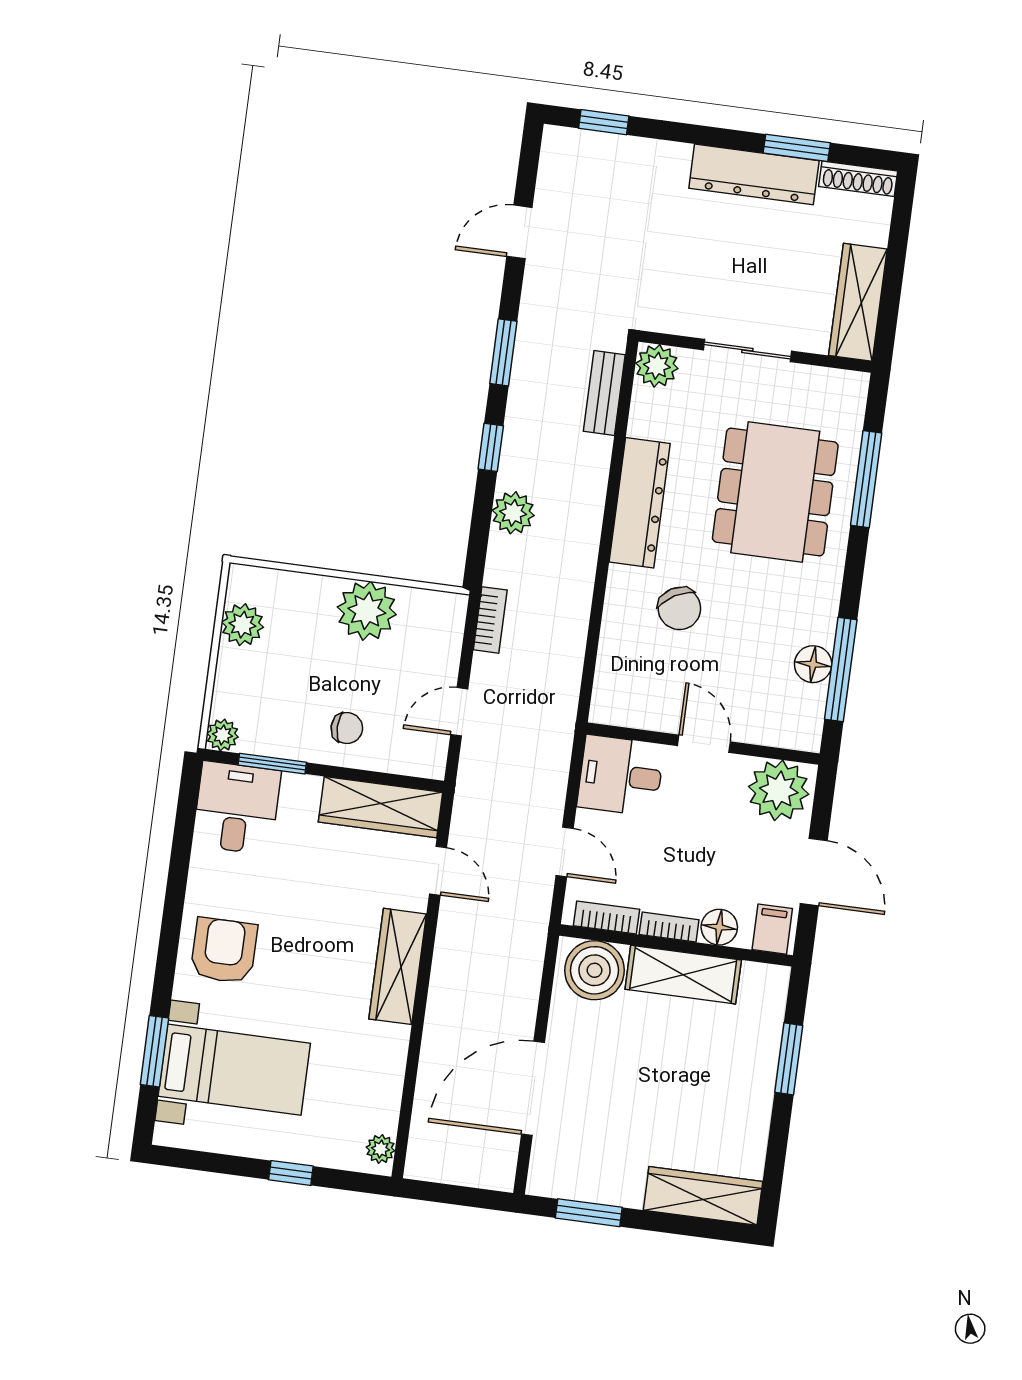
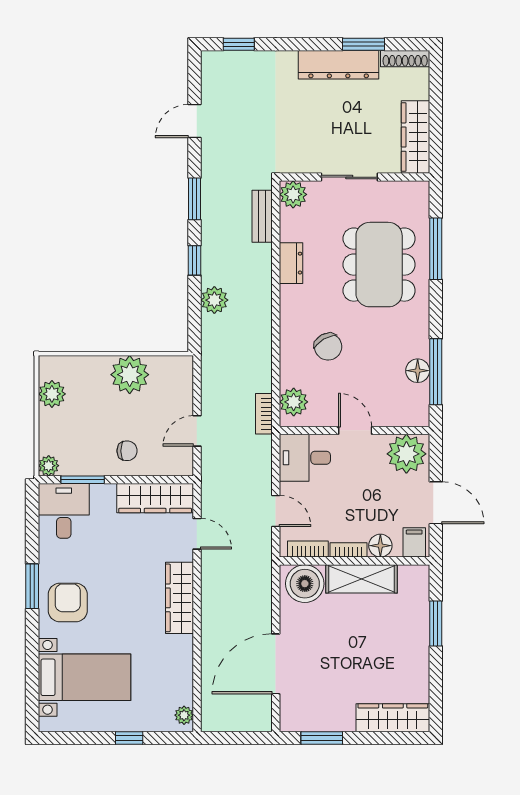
dresser: (640, 503) -> (291, 263), width x0.51, depth x0.80
bookcase: (490, 620) -> (264, 414), moved, turned 180
plant: (615, 687) -> (294, 402), added
window: (154, 1051) -> (32, 586), moved

